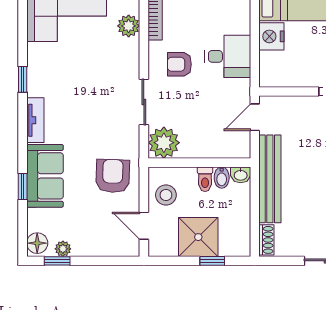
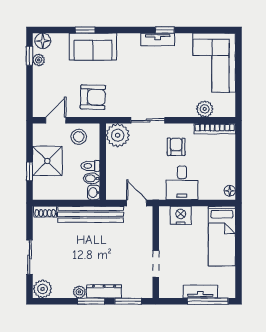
nightstand: (271, 36) -> (181, 215), moved
tv unit: (35, 120) -> (158, 39), moved

